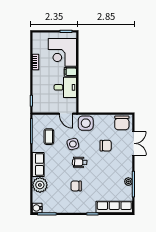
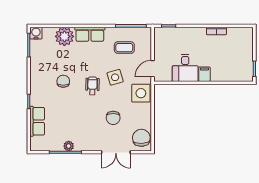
corner desk: (62, 52) -> (228, 64), removed
chair: (122, 123) -> (141, 138), turned 87
row of seats: (114, 207) -> (37, 121), width x0.68

